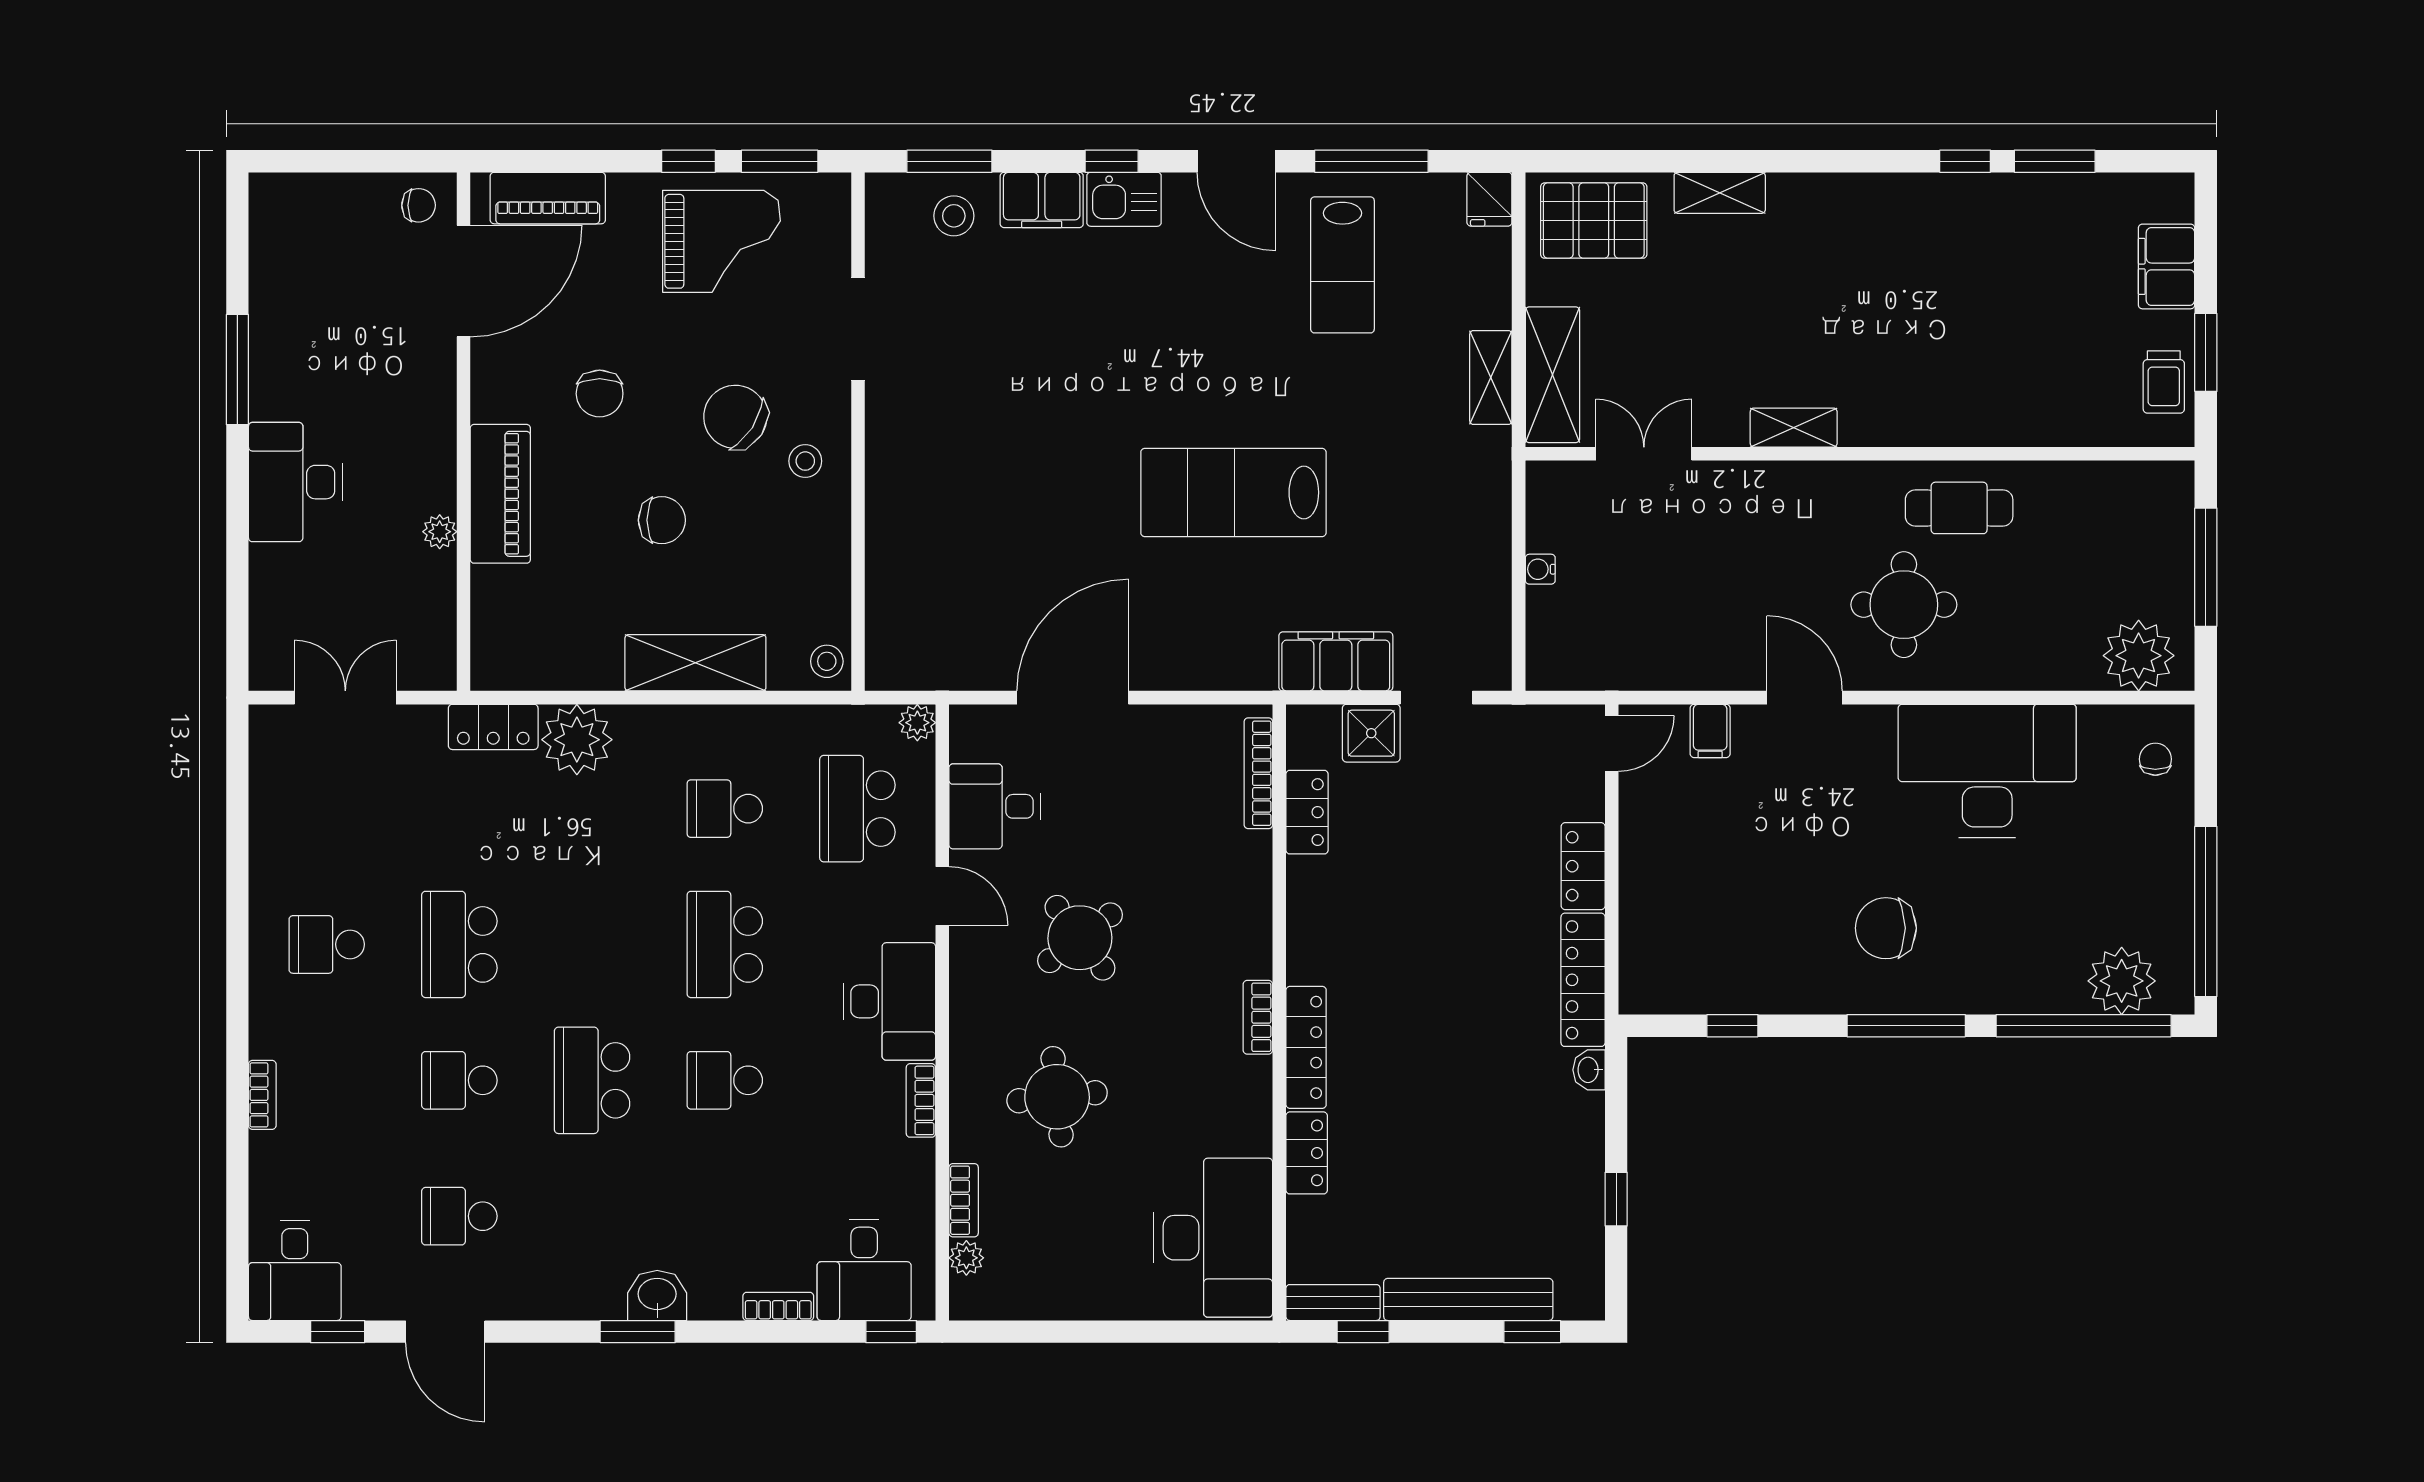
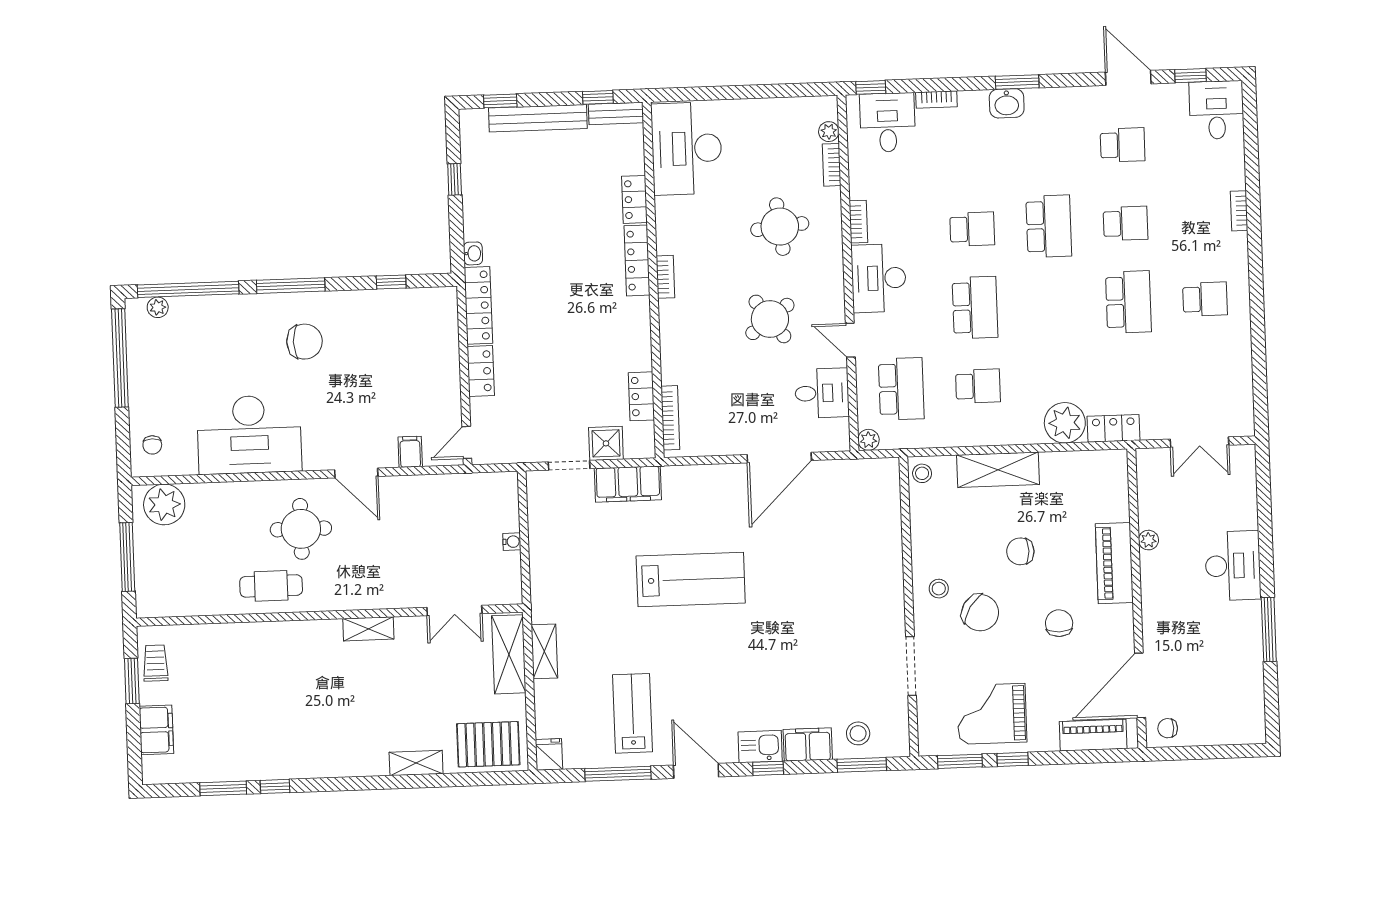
plant: (2122, 981) -> (158, 307), width x0.53, depth x0.53

